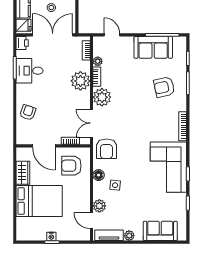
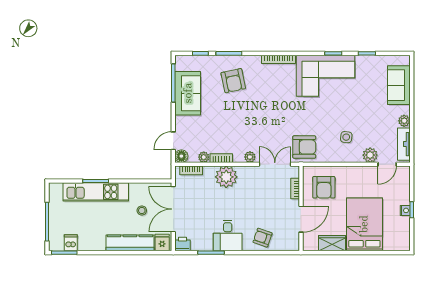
desk: (30, 71) -> (228, 236), moved
plant: (102, 97) -> (250, 157), width x0.53, depth x0.53
double door: (92, 123) -> (275, 164), swing flipped
floor lamp: (99, 175) -> (181, 156), moved

